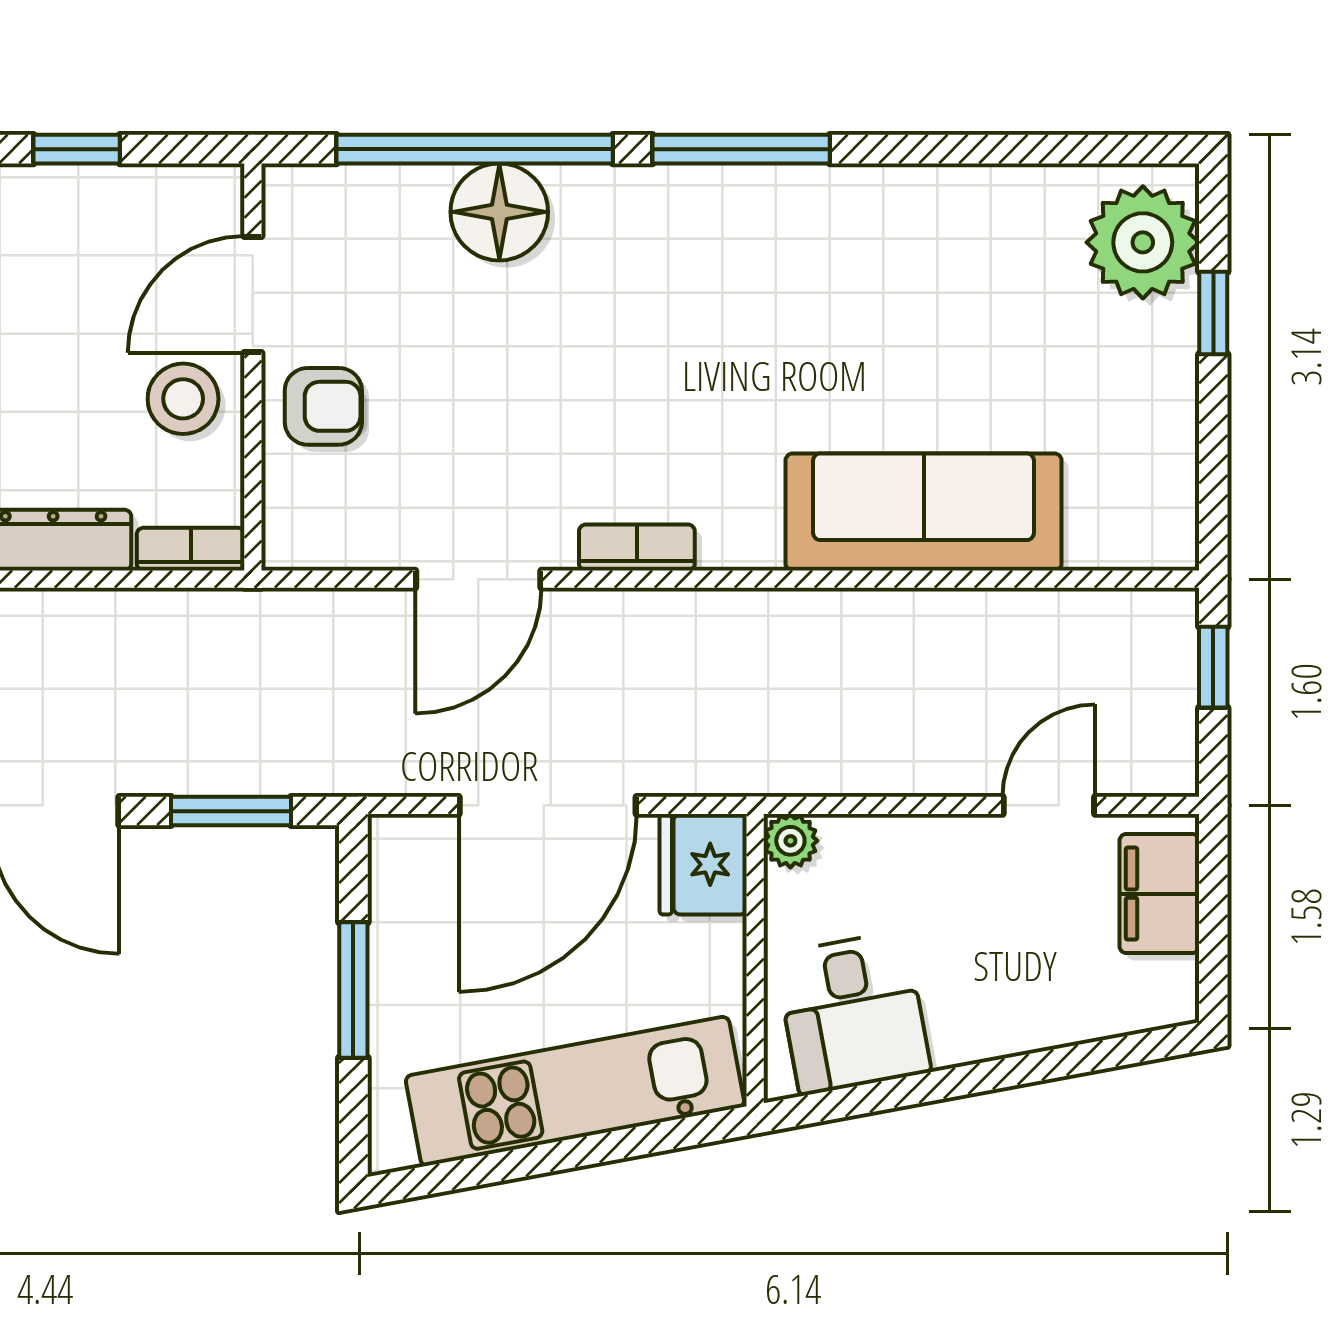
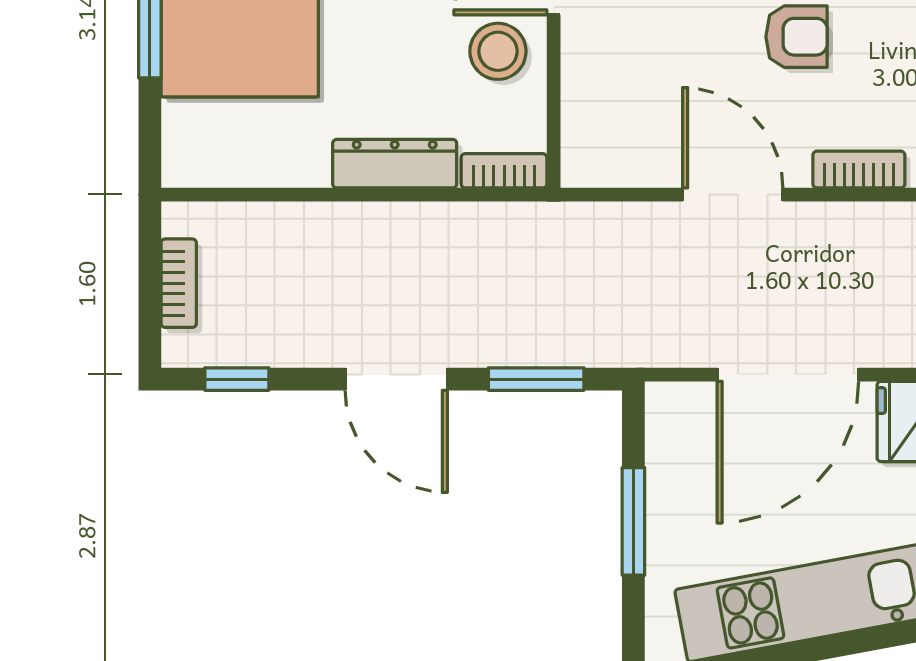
armchair: (323, 406) -> (797, 37), moved
door: (478, 579) -> (733, 195), swing flipped

